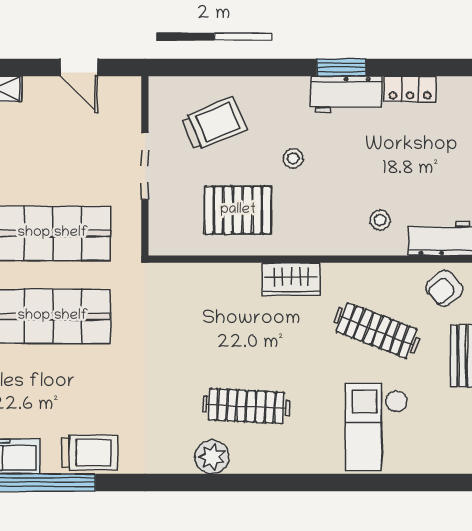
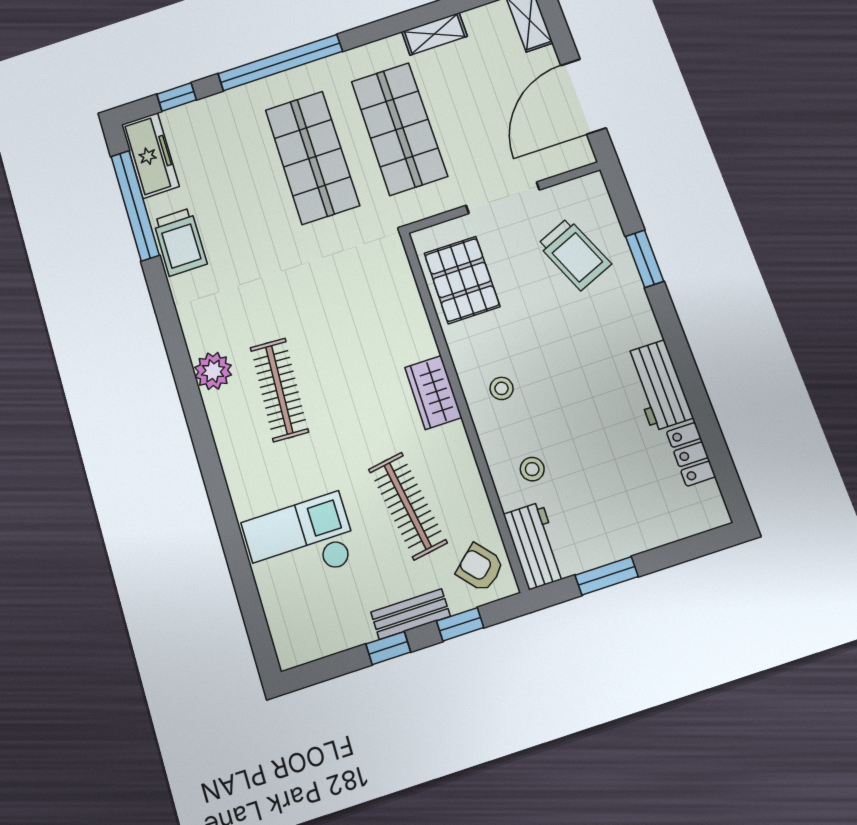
door: (79, 67) -> (583, 96), width x1.87
window: (341, 67) -> (645, 259), moved
stool: (293, 158) -> (502, 388), moved
pallet: (238, 210) -> (462, 280), moved
clothes rail: (377, 330) -> (408, 506), turned -30

